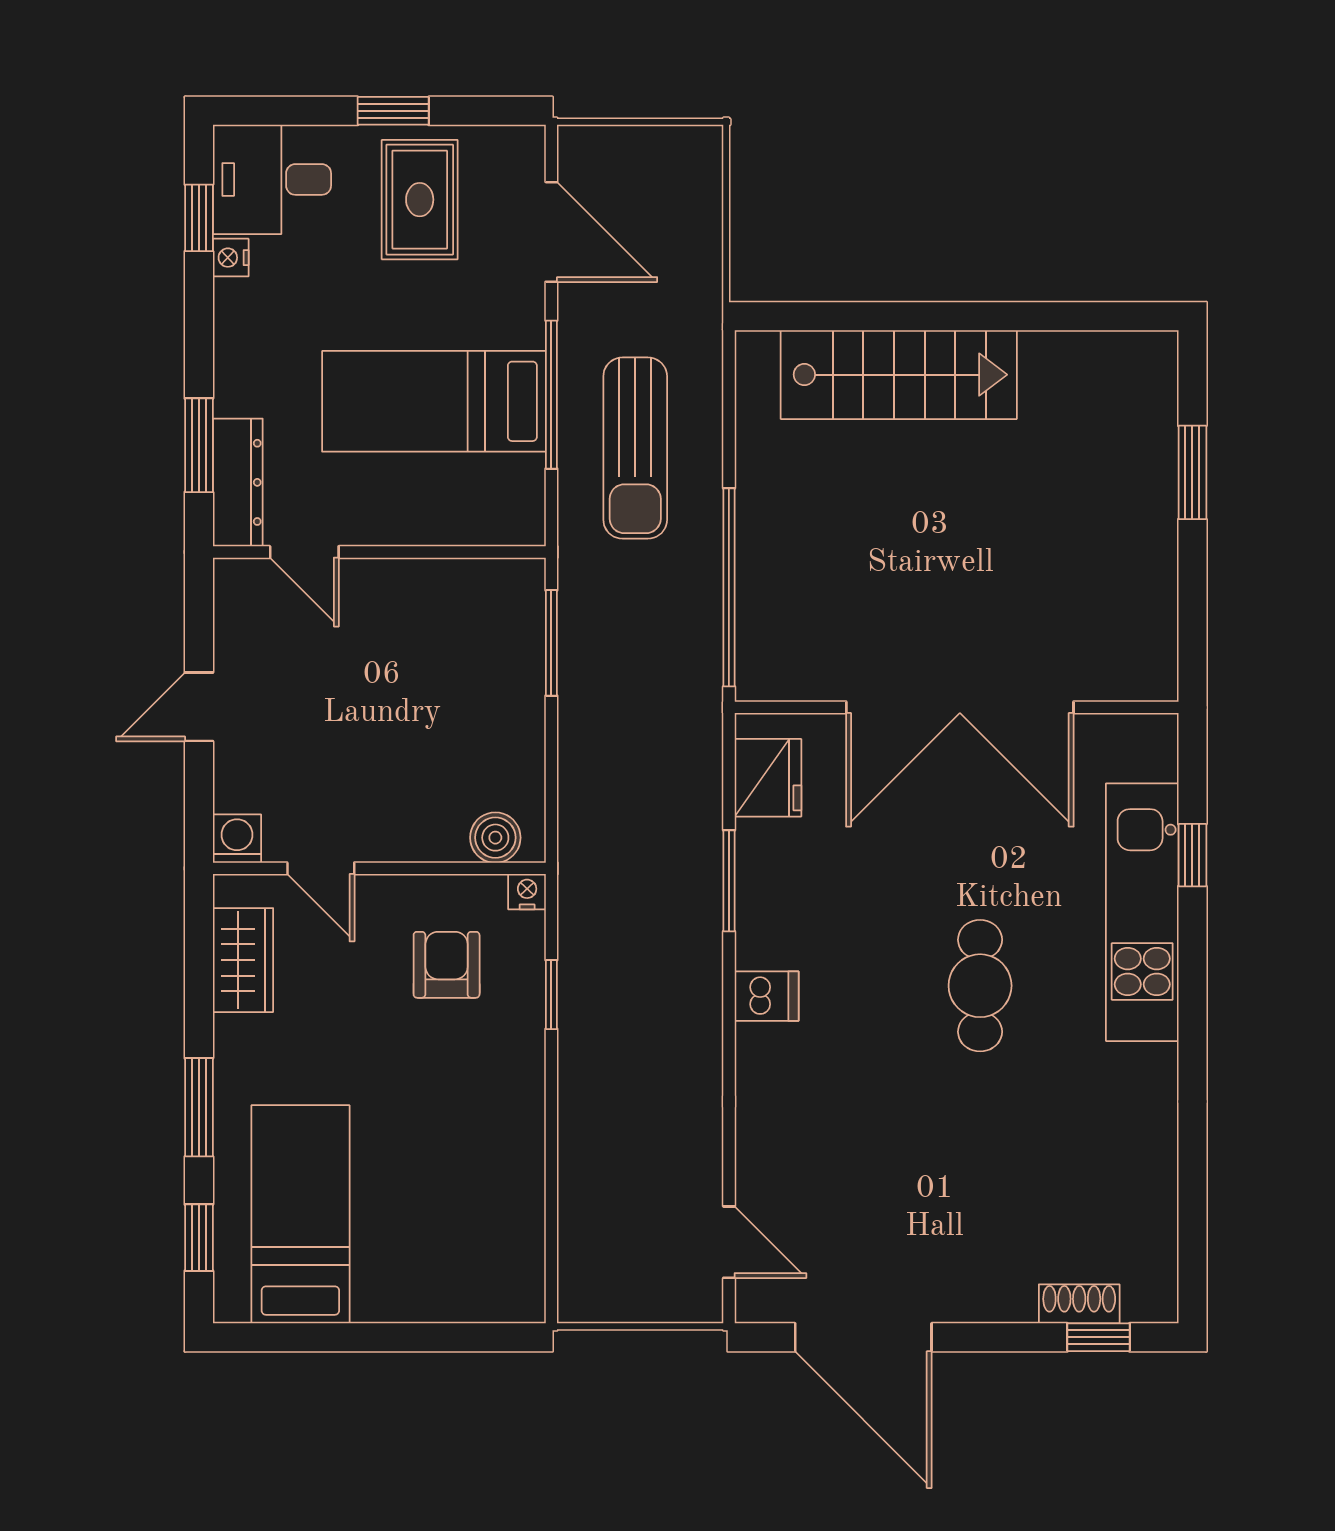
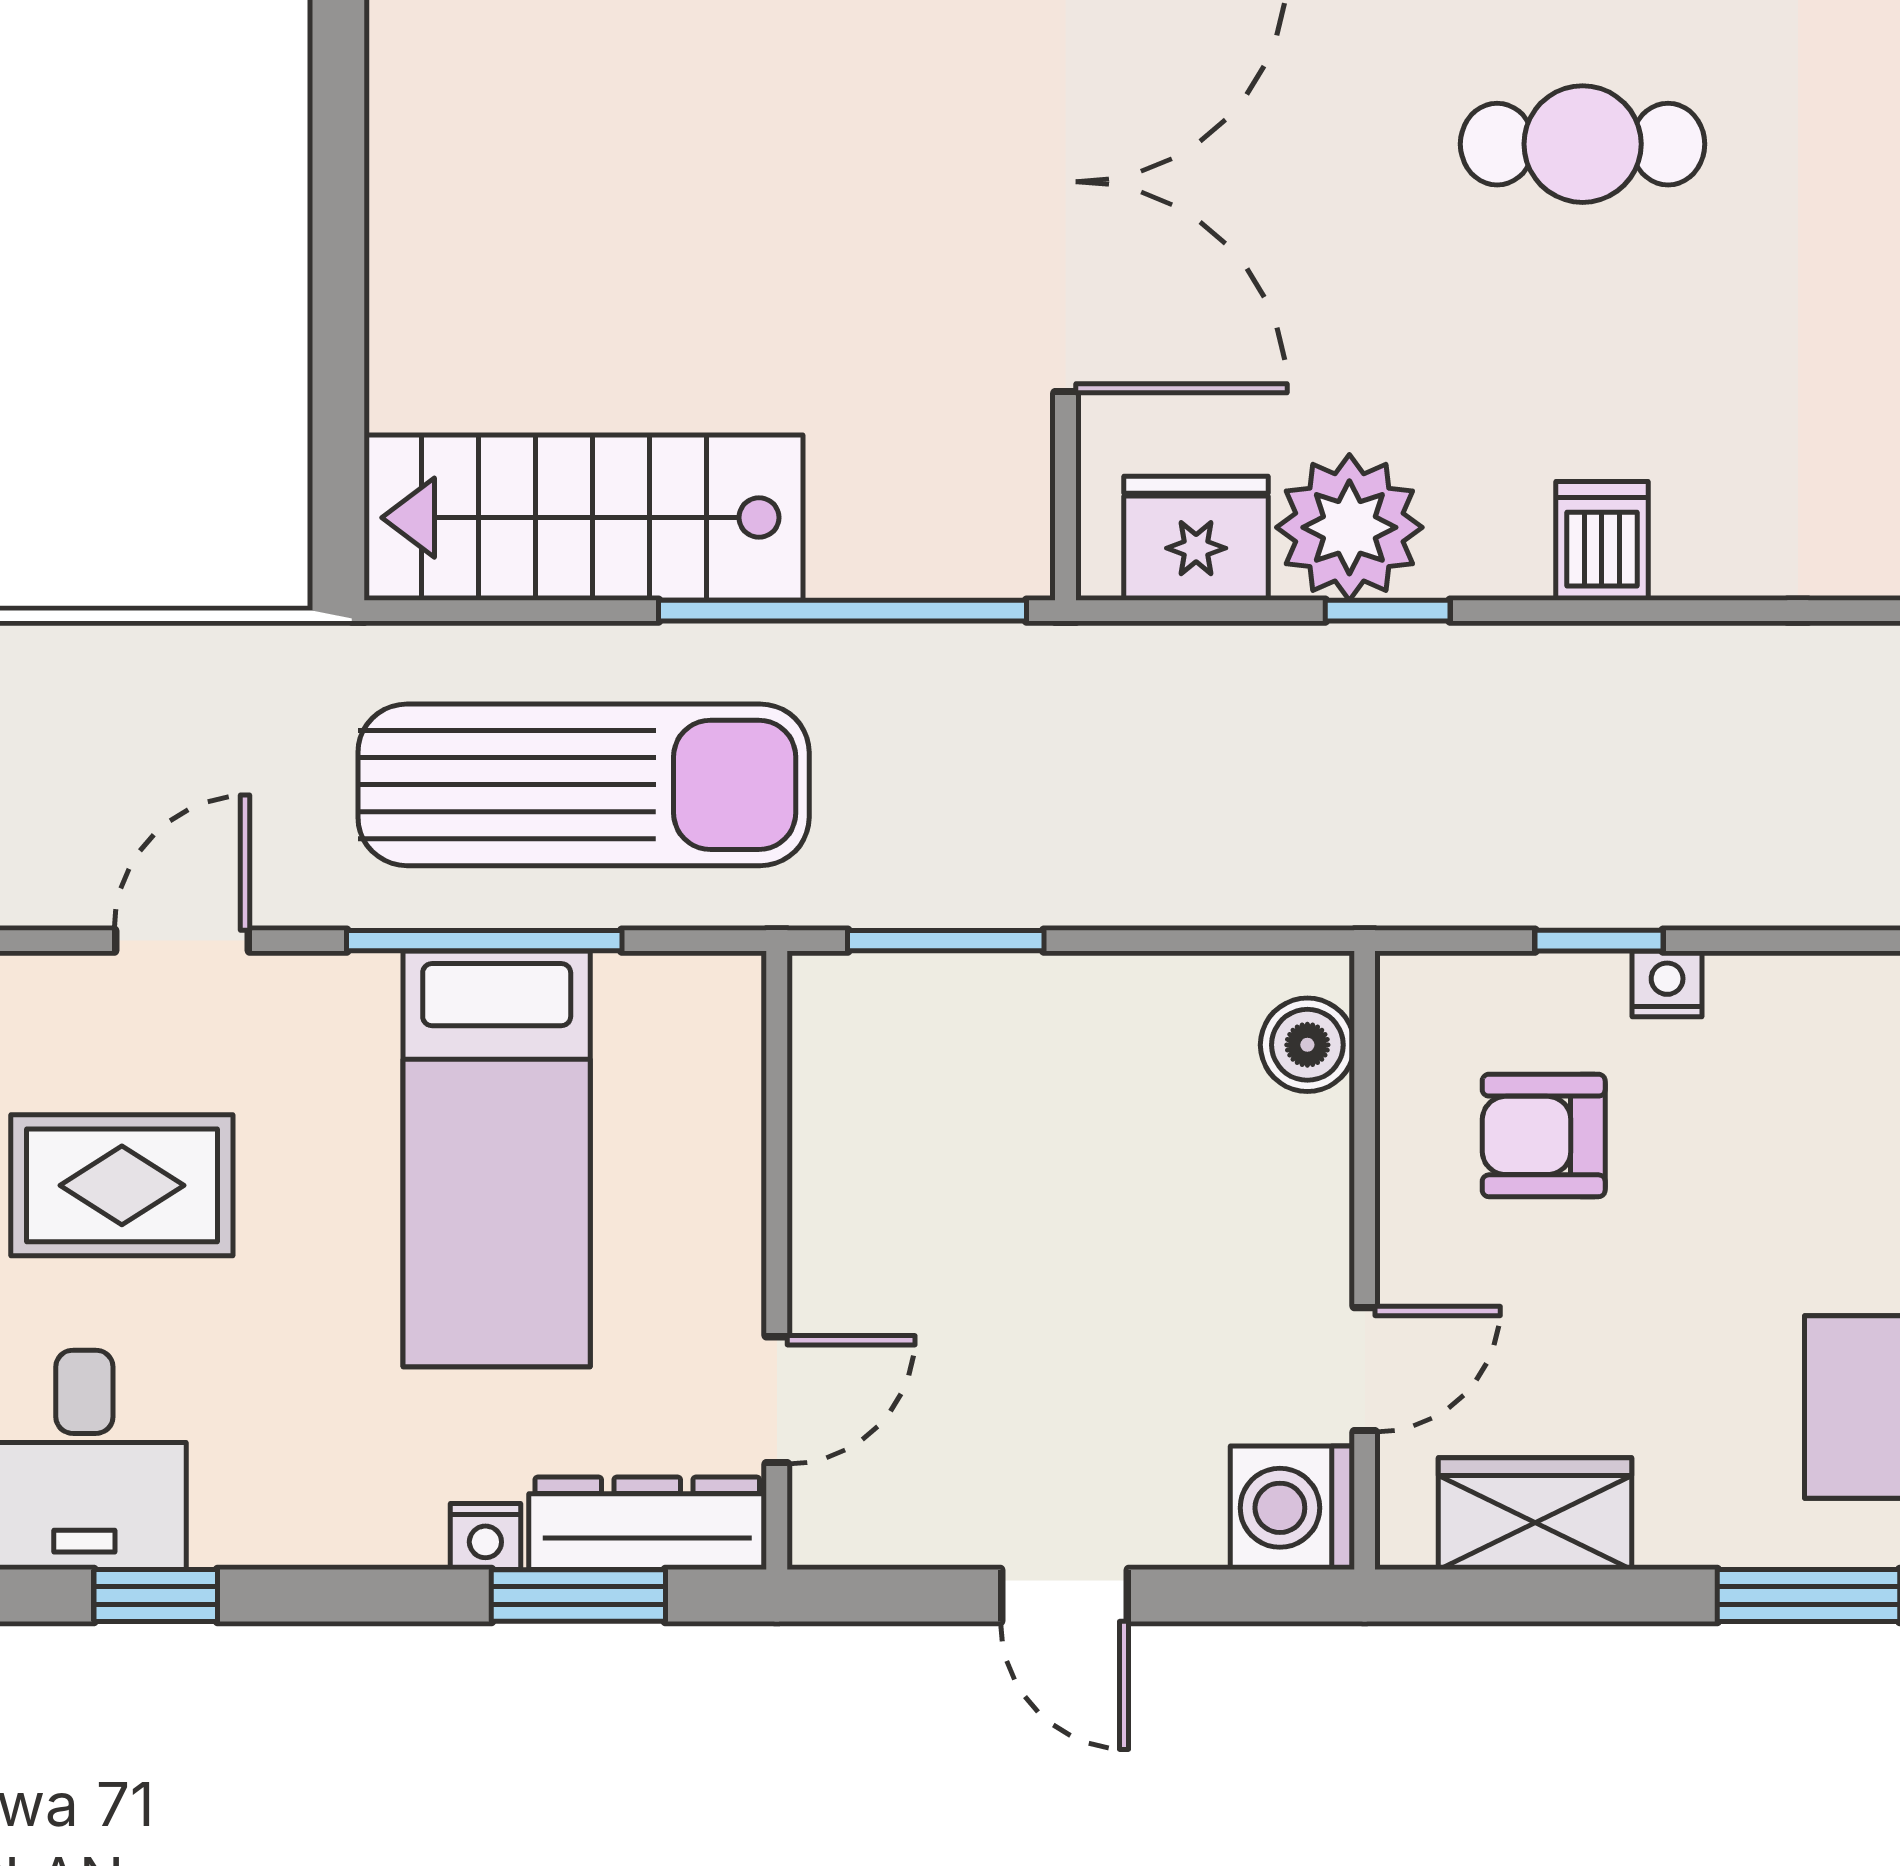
door: (551, 232) -> (182, 941), width x0.73
nightstand: (231, 258) -> (485, 1537), moved
stairs: (899, 375) -> (584, 518), moved, turned -90
sun lounger: (635, 448) -> (584, 785), width x1.36, depth x1.34
washing machine: (237, 839) -> (1292, 1508), width x1.38, depth x1.38
plant: (774, 860) -> (1349, 527), added
window: (729, 881) -> (1388, 611), width x0.67
nightstand: (527, 892) -> (1667, 984), moved, turned 90

